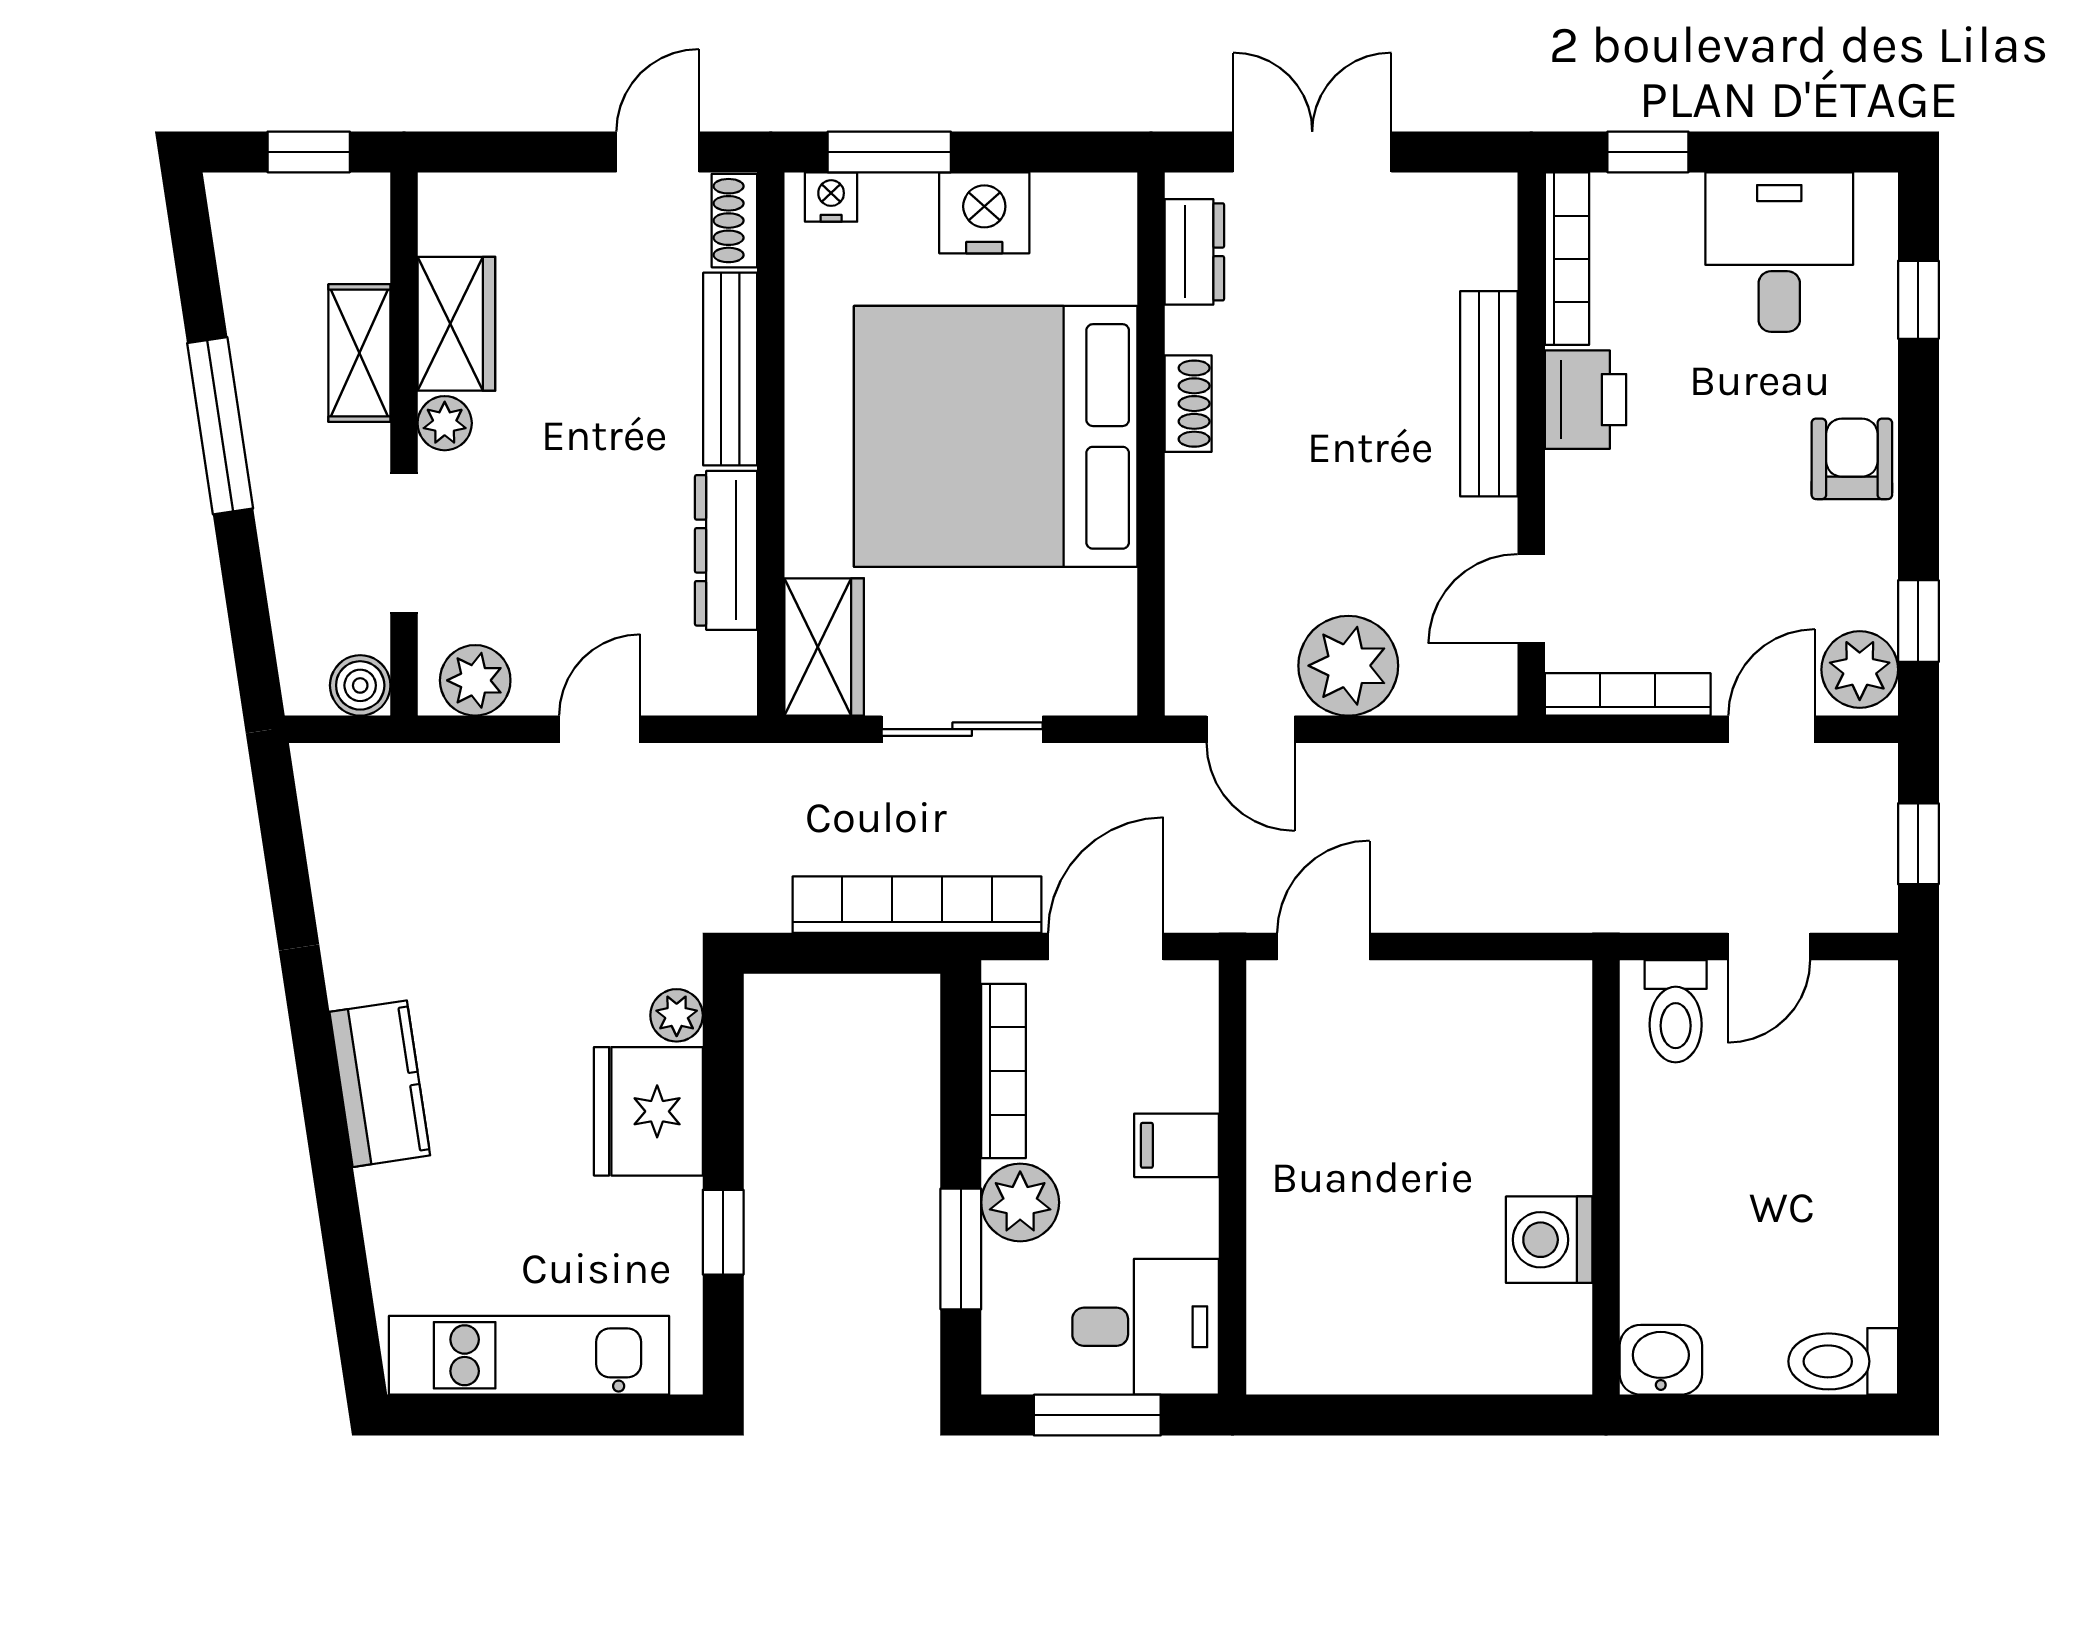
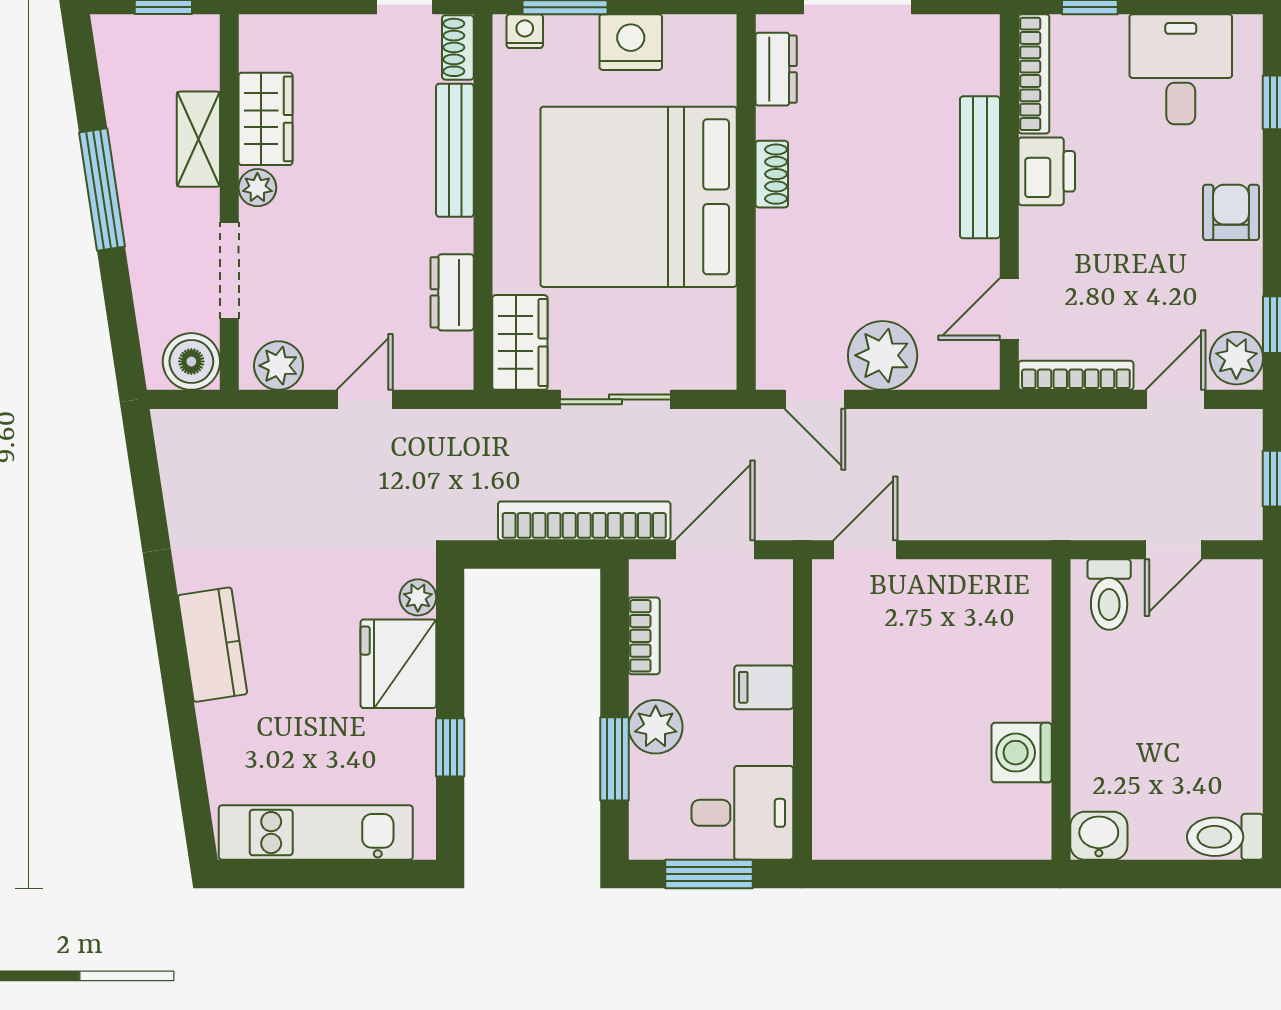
dresser: (726, 550) -> (452, 292), width x0.70
boiler: (360, 685) -> (191, 361), width x1.36, depth x1.36
bookcase: (1004, 1071) -> (644, 636), width x0.64

